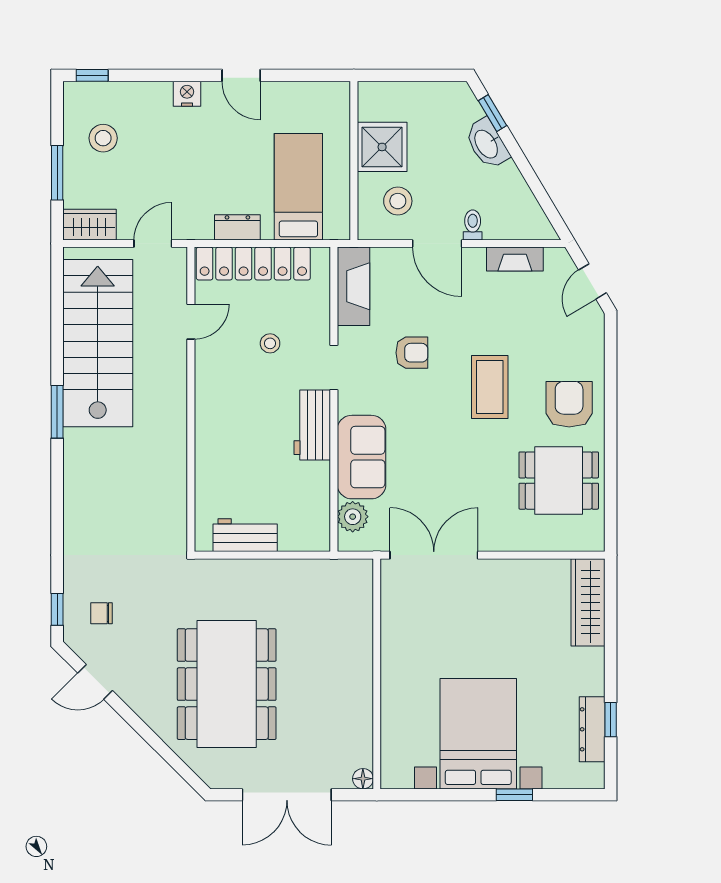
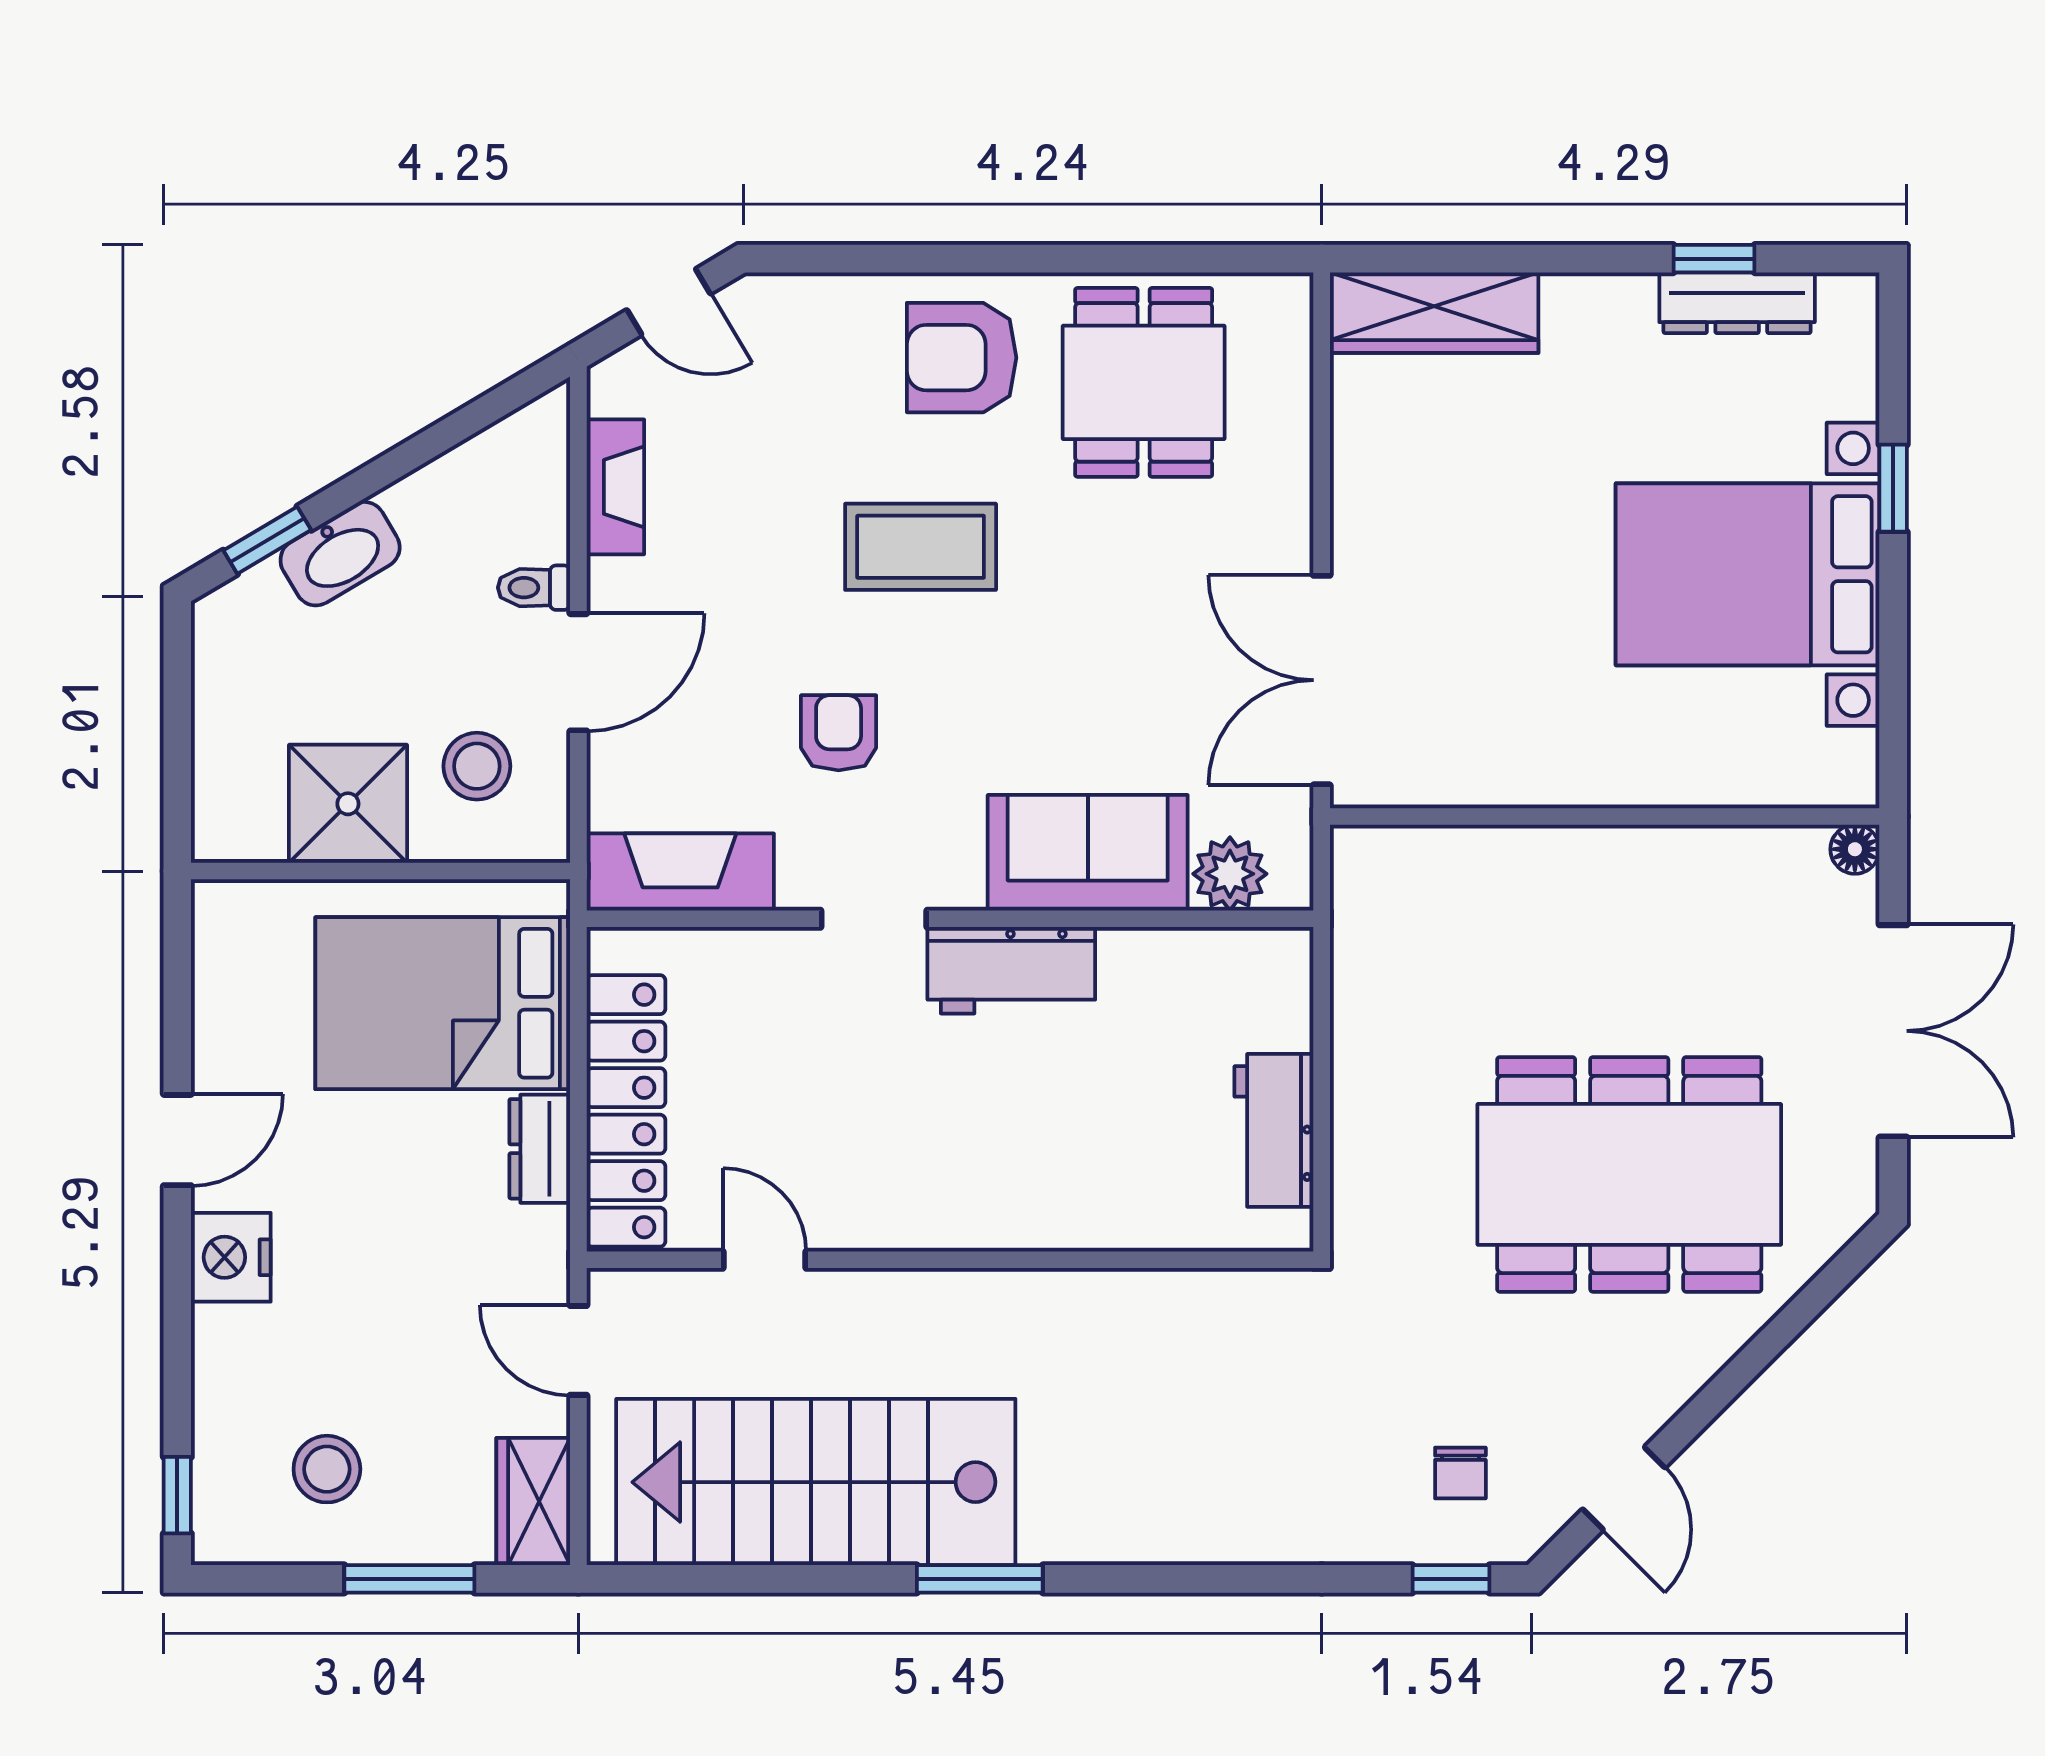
nightstand: (187, 94) -> (231, 1257), width x1.36, depth x1.33
bed: (298, 187) -> (443, 1003), width x1.50
stool: (270, 343) -> (816, 1071), removed

